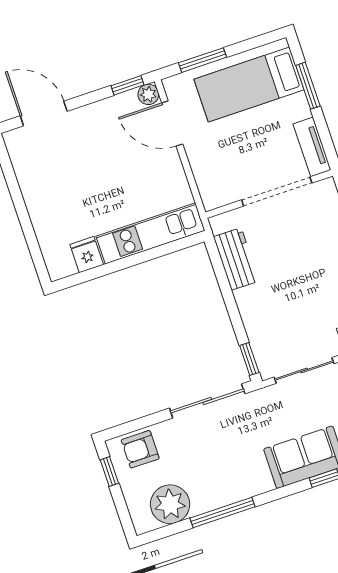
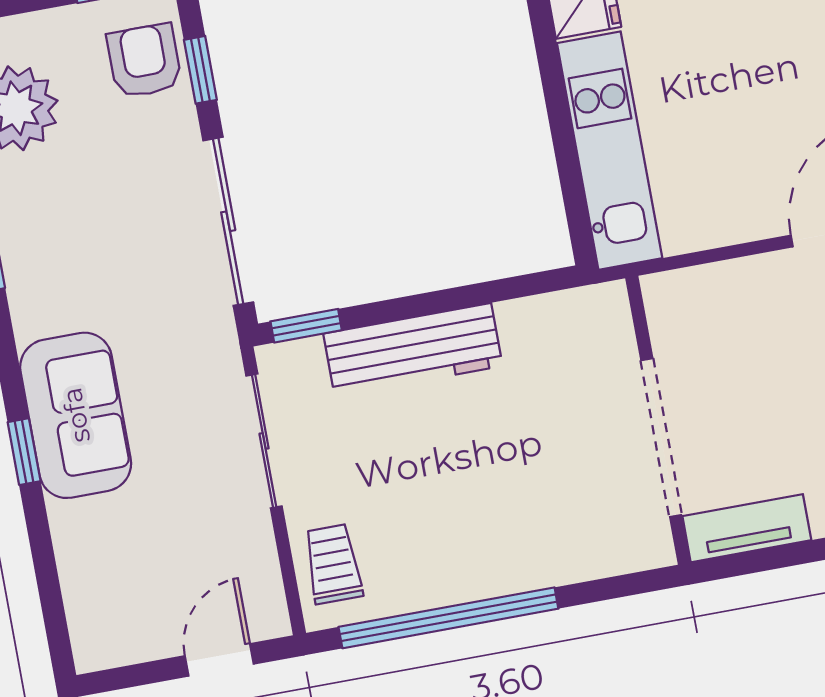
workbench: (236, 259) -> (413, 350), moved, width x1.37
window: (141, 423) -> (200, 70), added

